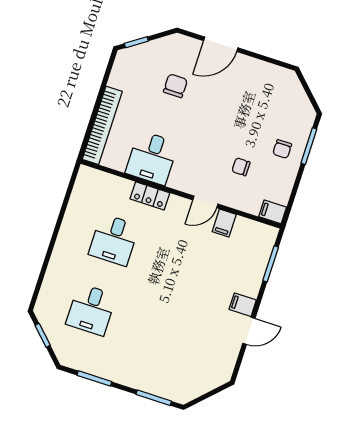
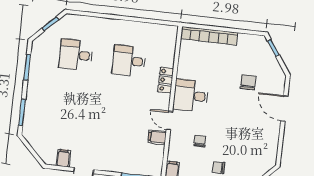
chair: (175, 86) -> (248, 82), turned -90
desk: (152, 158) -> (191, 96), moved
filing cabinet: (243, 305) -> (63, 158), moved

